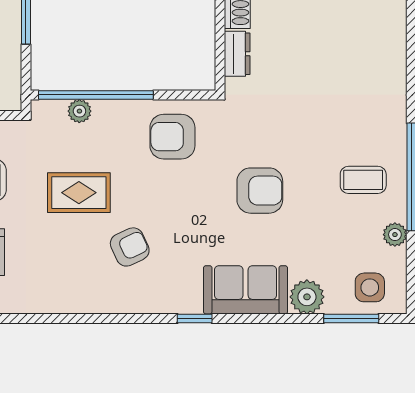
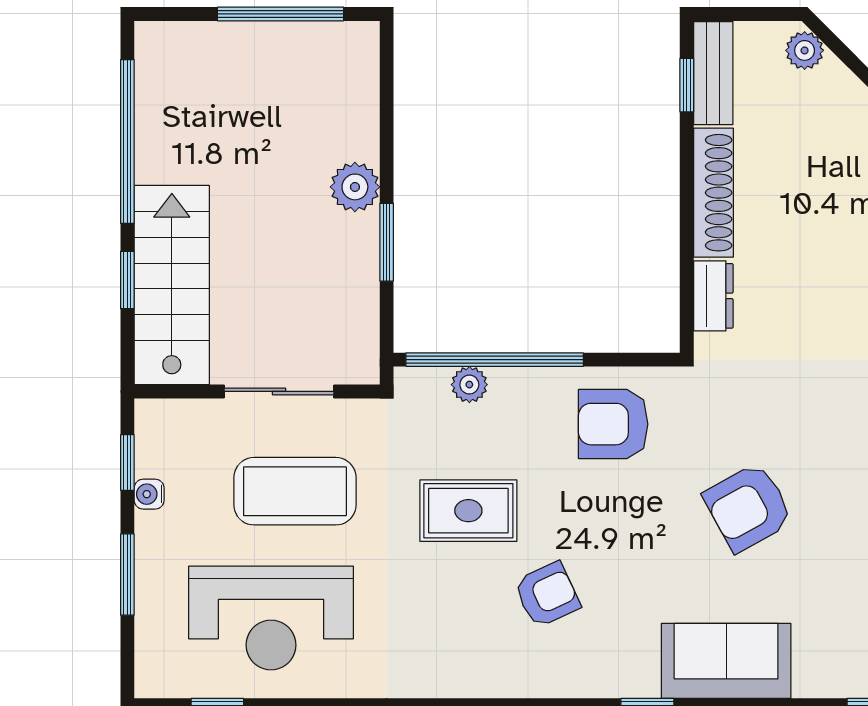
armchair: (260, 191) -> (748, 507), turned 151
plant: (307, 297) -> (821, 672), removed

